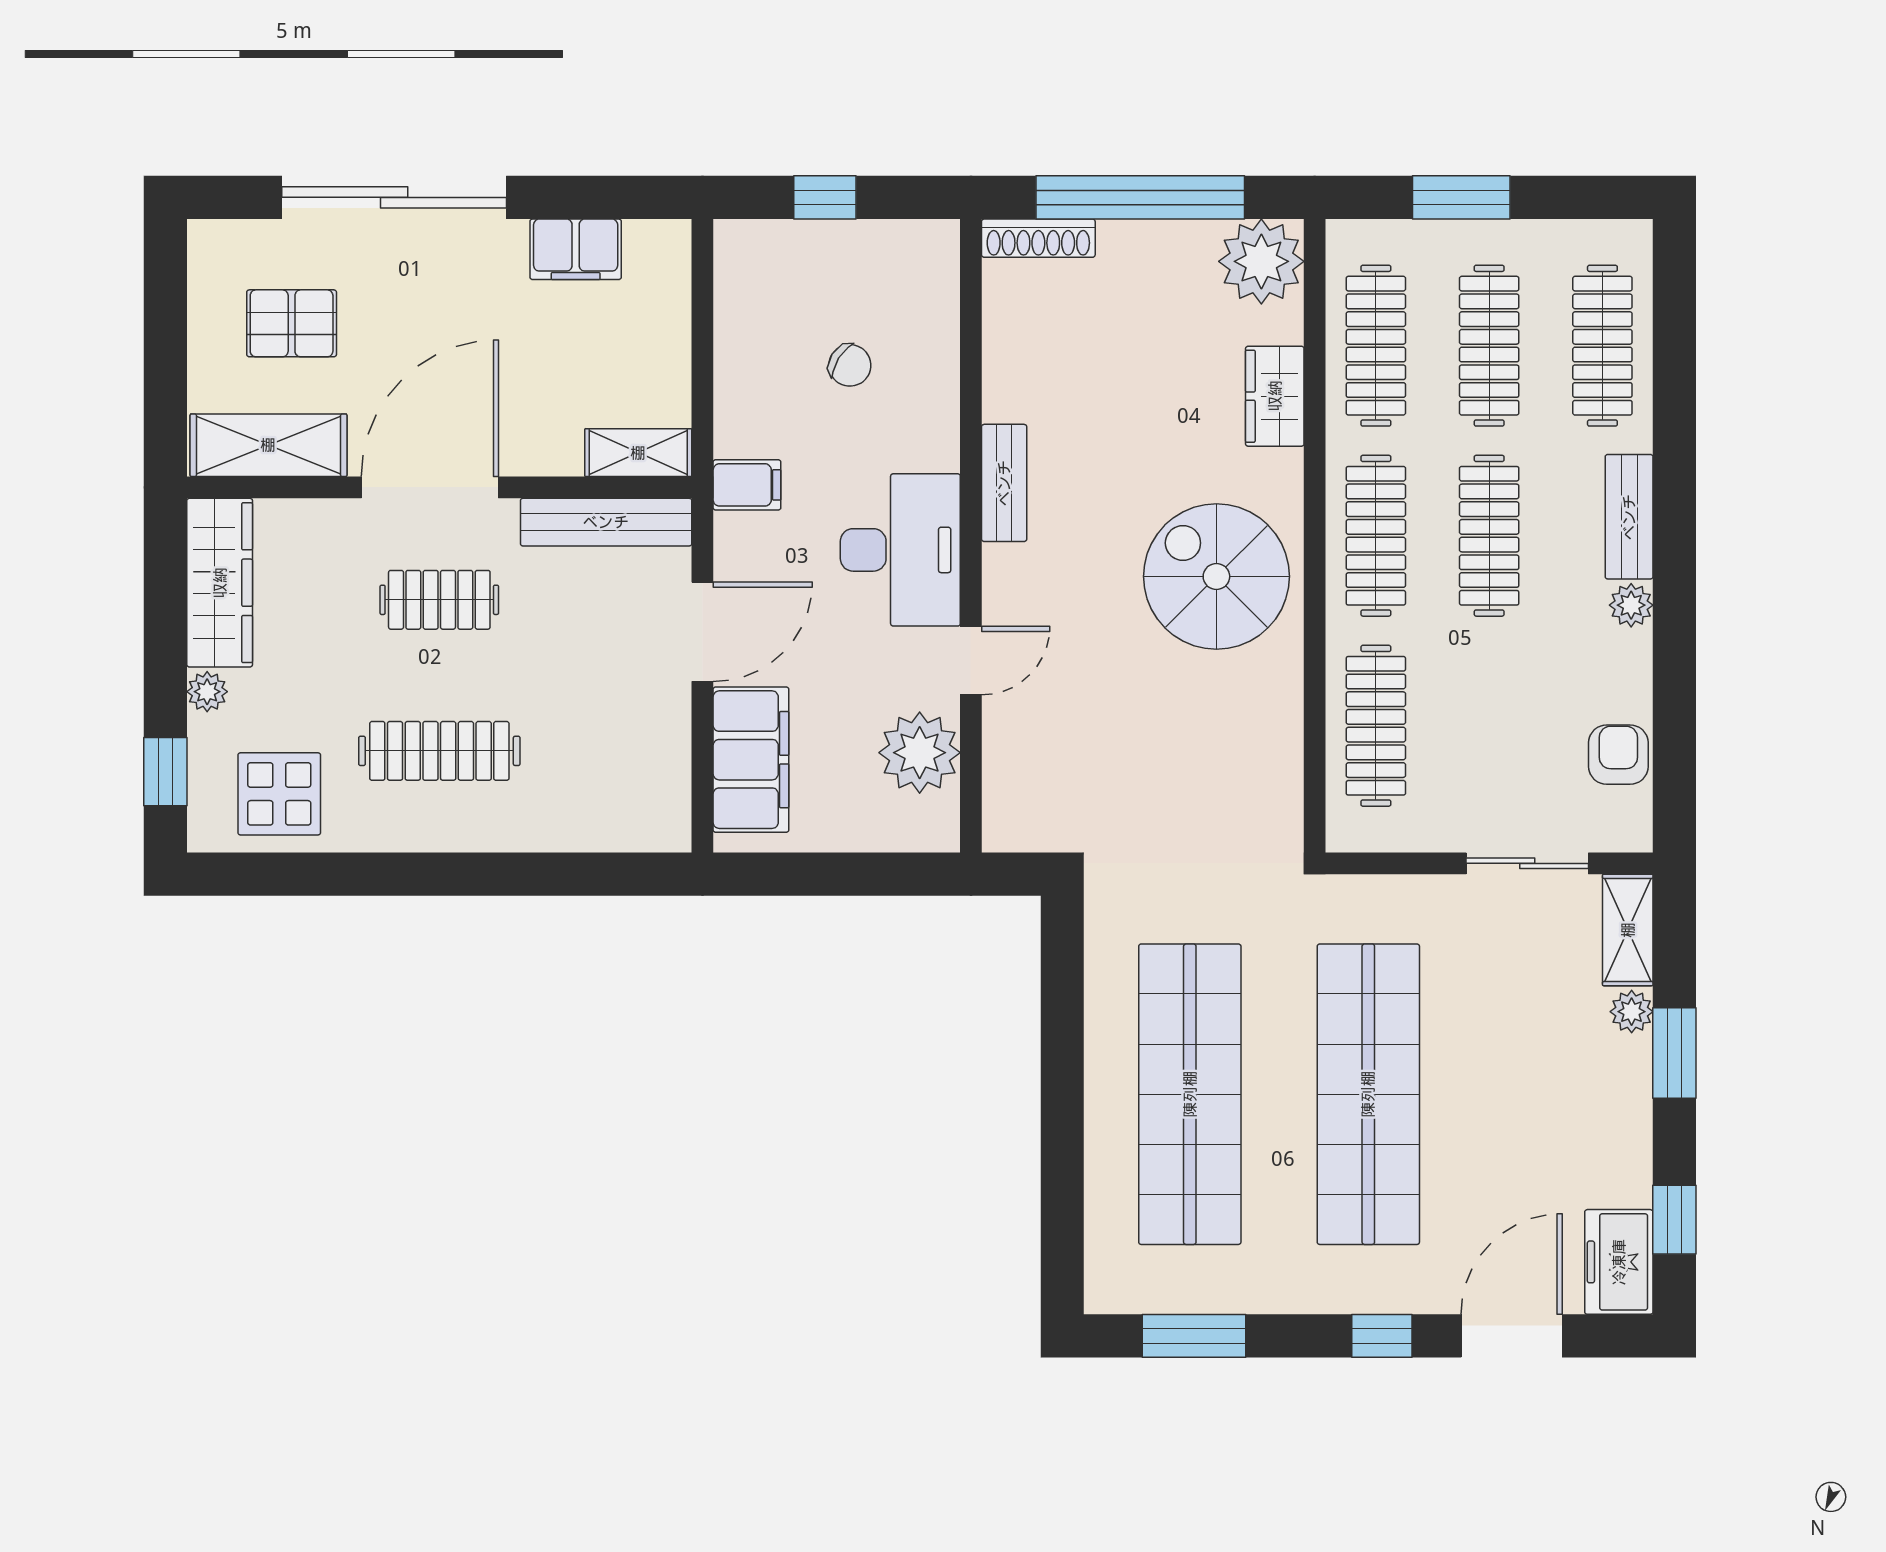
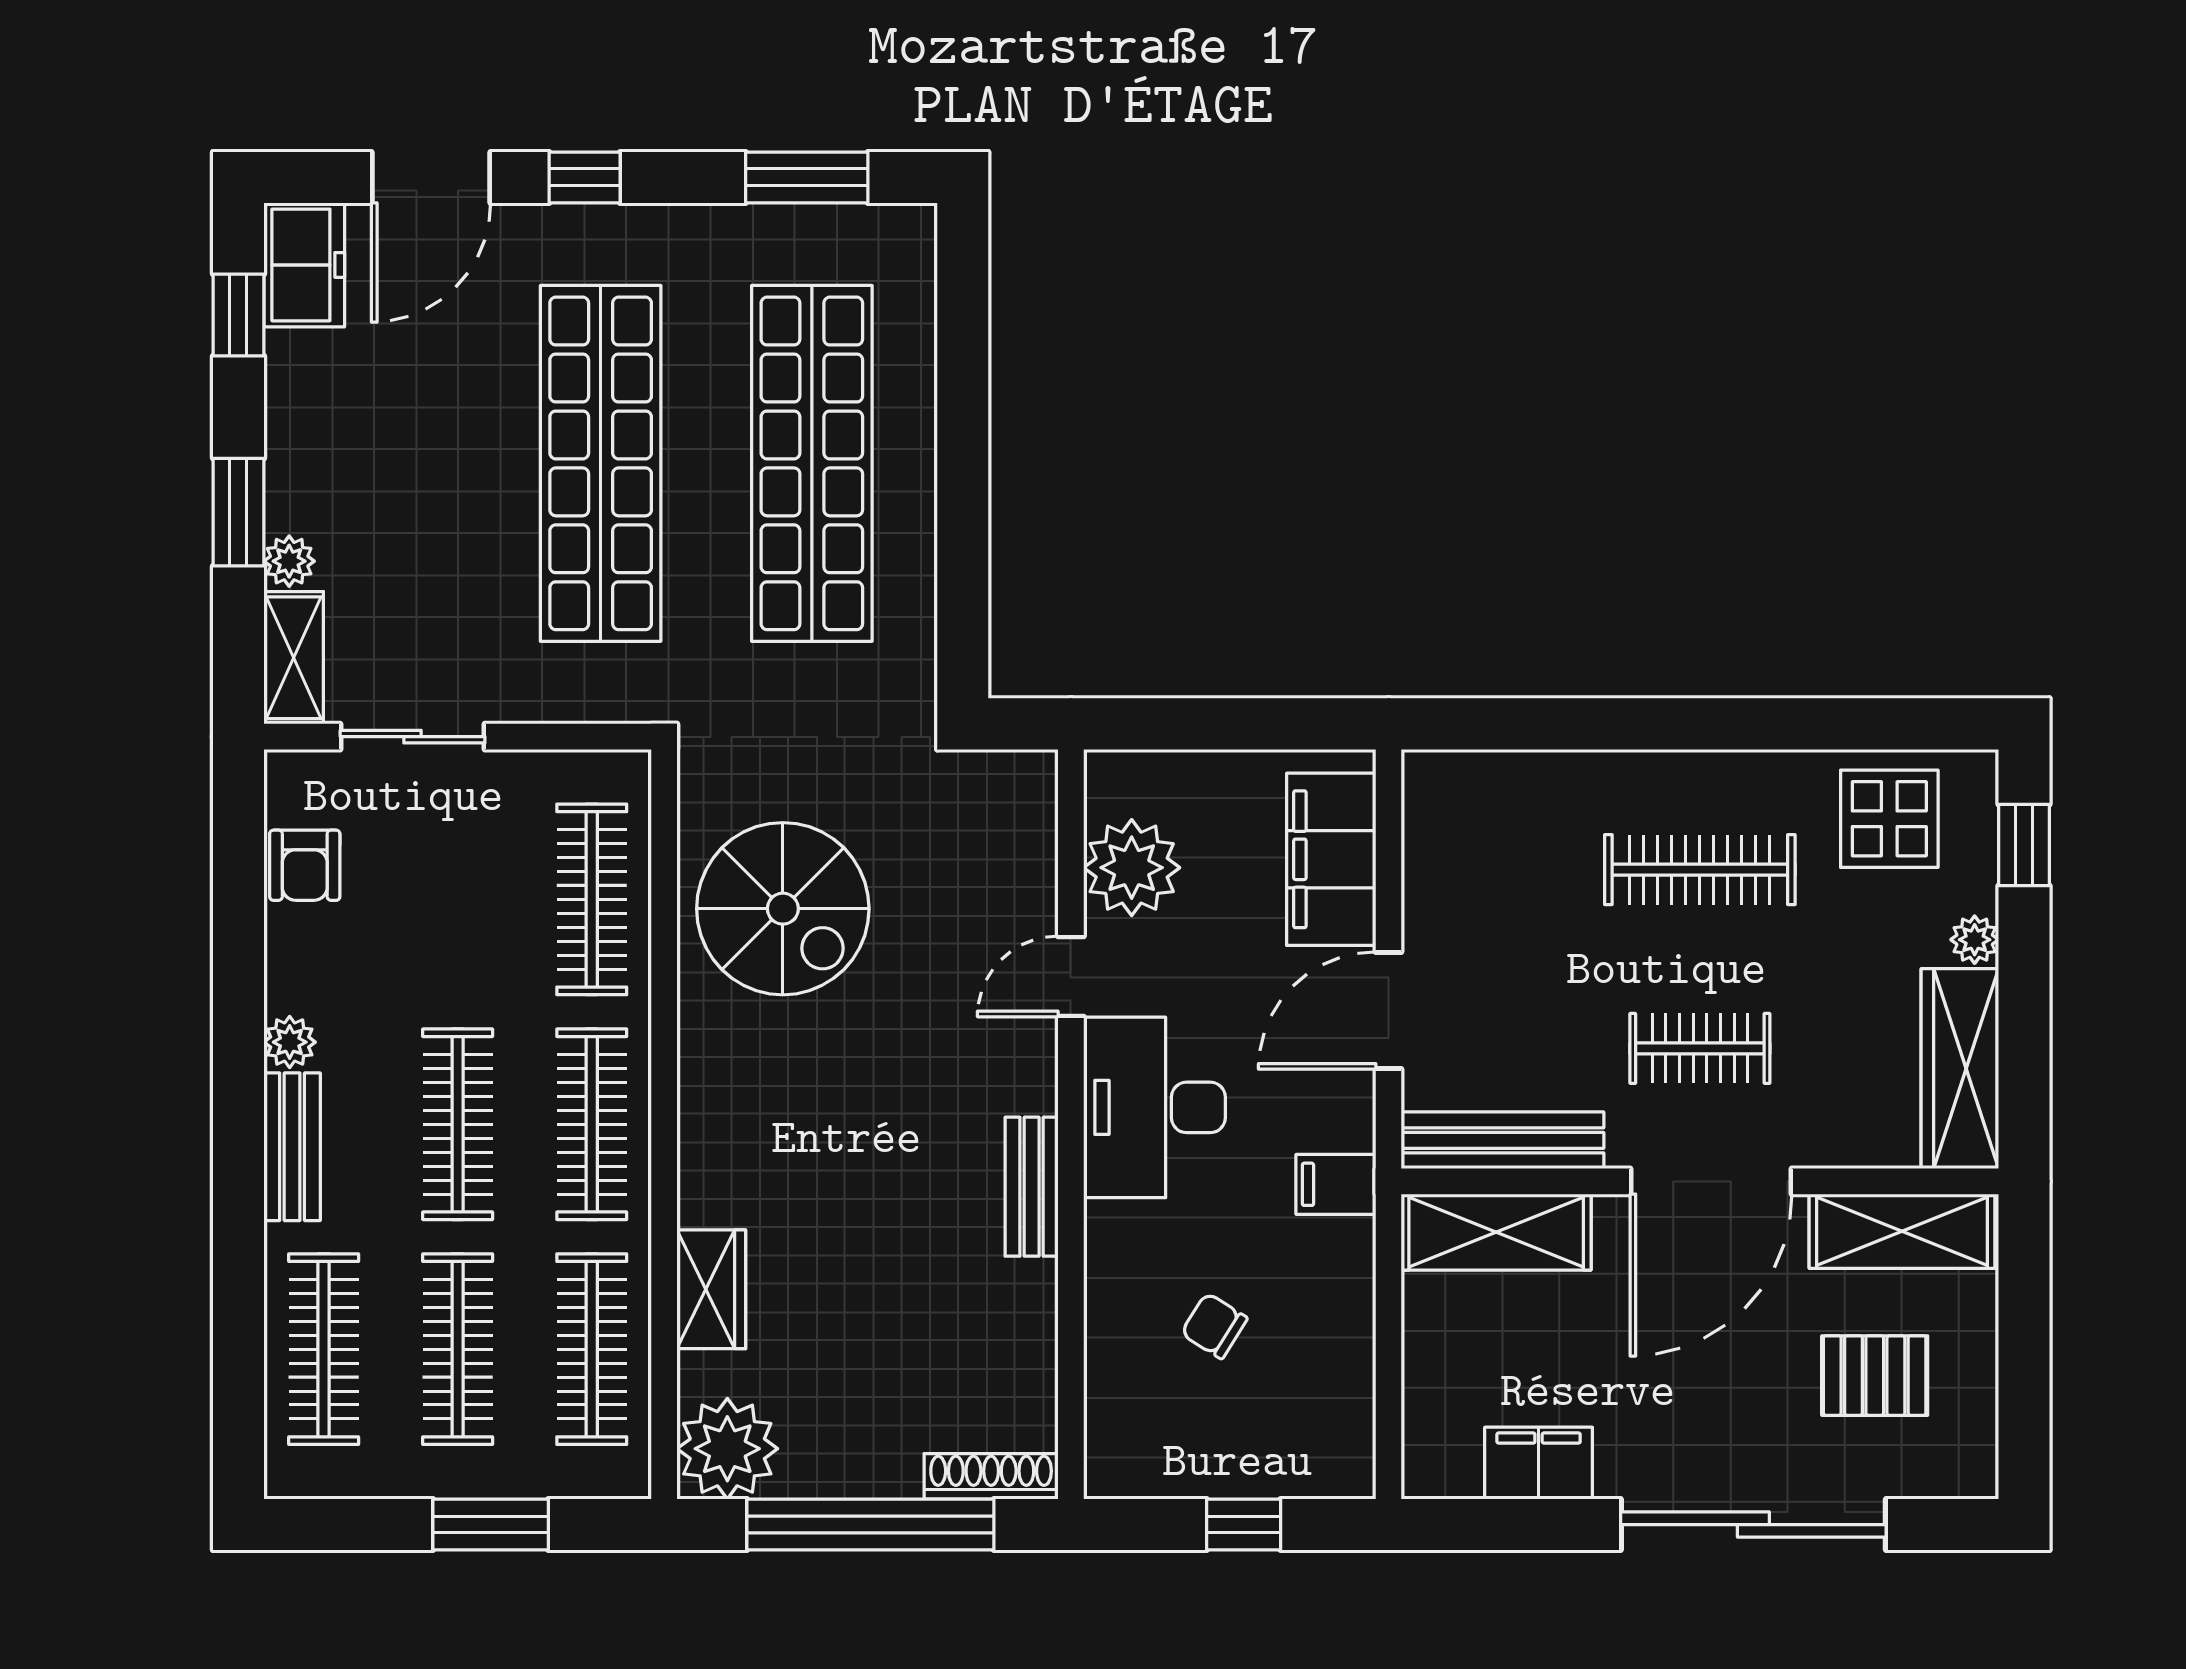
shelving: (638, 453) -> (1496, 1232), width x1.50, depth x1.33
spiral stairs: (1216, 576) -> (783, 909), moved

